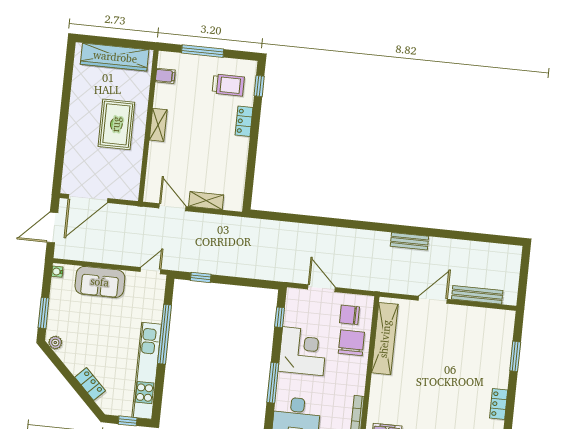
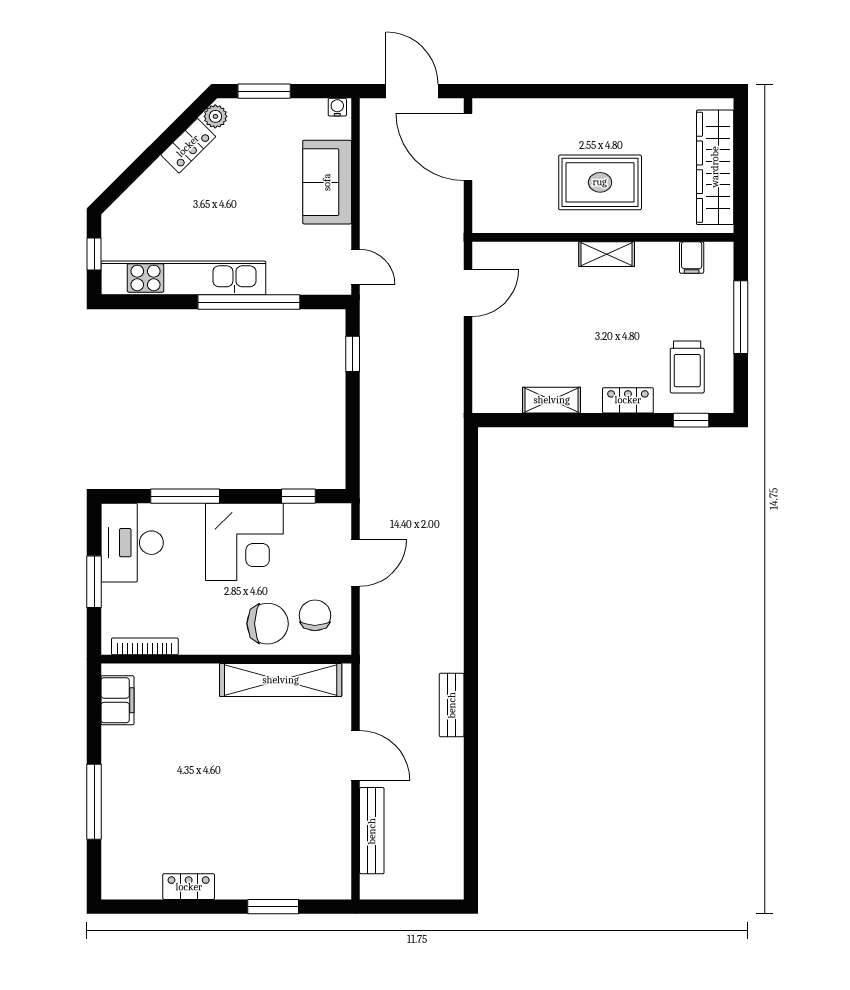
shelving: (206, 201) -> (552, 400), moved, turned 90
locker: (90, 384) -> (188, 146), moved

